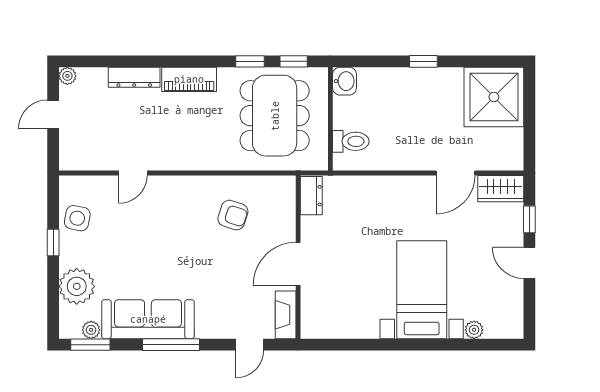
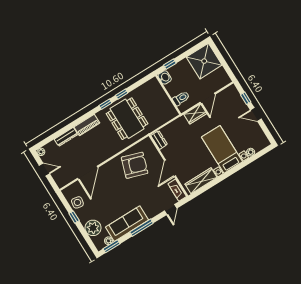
washbasin: (344, 81) -> (165, 77), moved
door: (53, 114) -> (44, 170), swing flipped
wall: (330, 119) -> (168, 95), moved
toilet: (351, 141) -> (181, 98), moved
door: (133, 173) -> (88, 173), width x1.88
wardrobe: (501, 189) -> (195, 114), moved
armchair: (233, 215) -> (135, 165), width x1.88, depth x1.88
wardrobe: (343, 325) -> (201, 181), added

